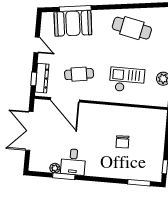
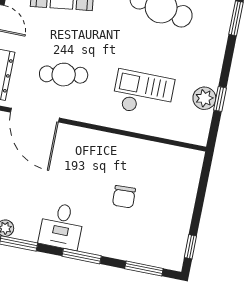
desk: (73, 162) -> (62, 226), moved
window: (102, 179) -> (82, 256), added

